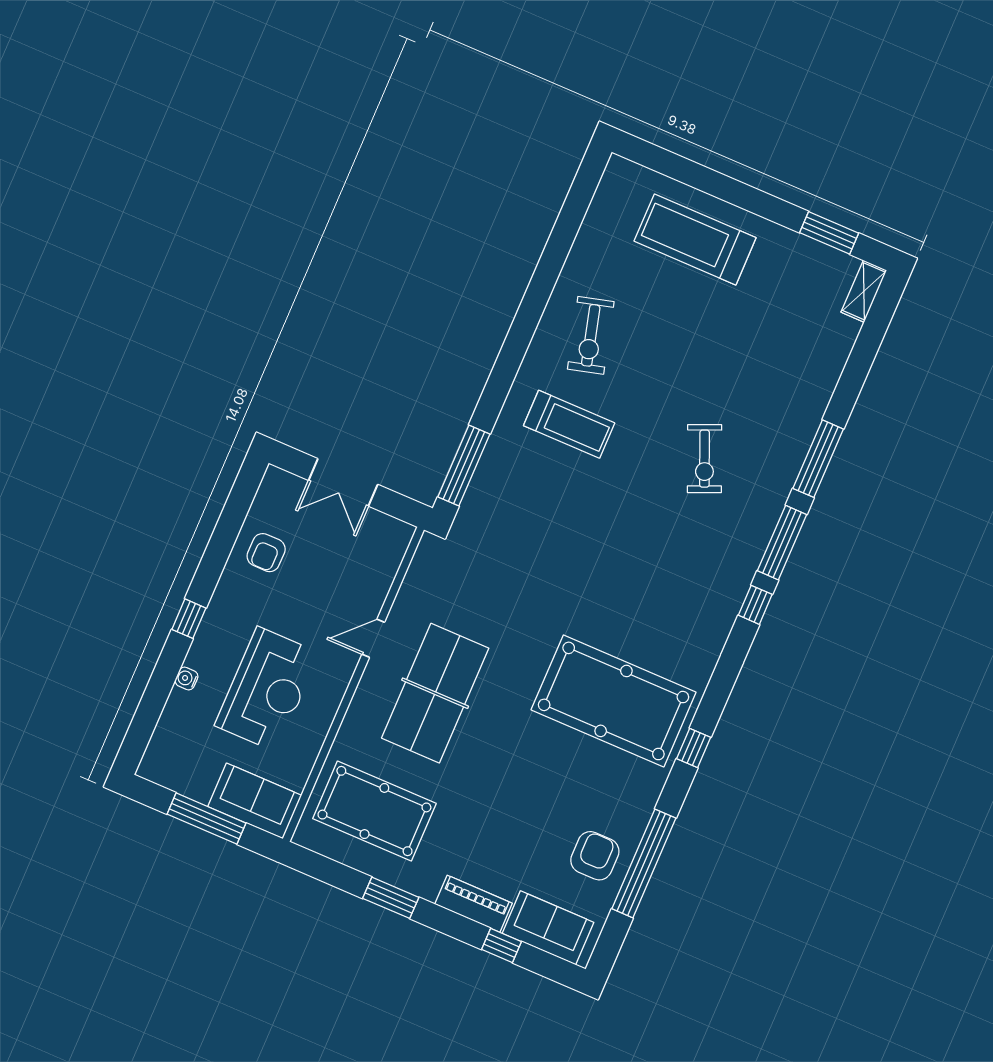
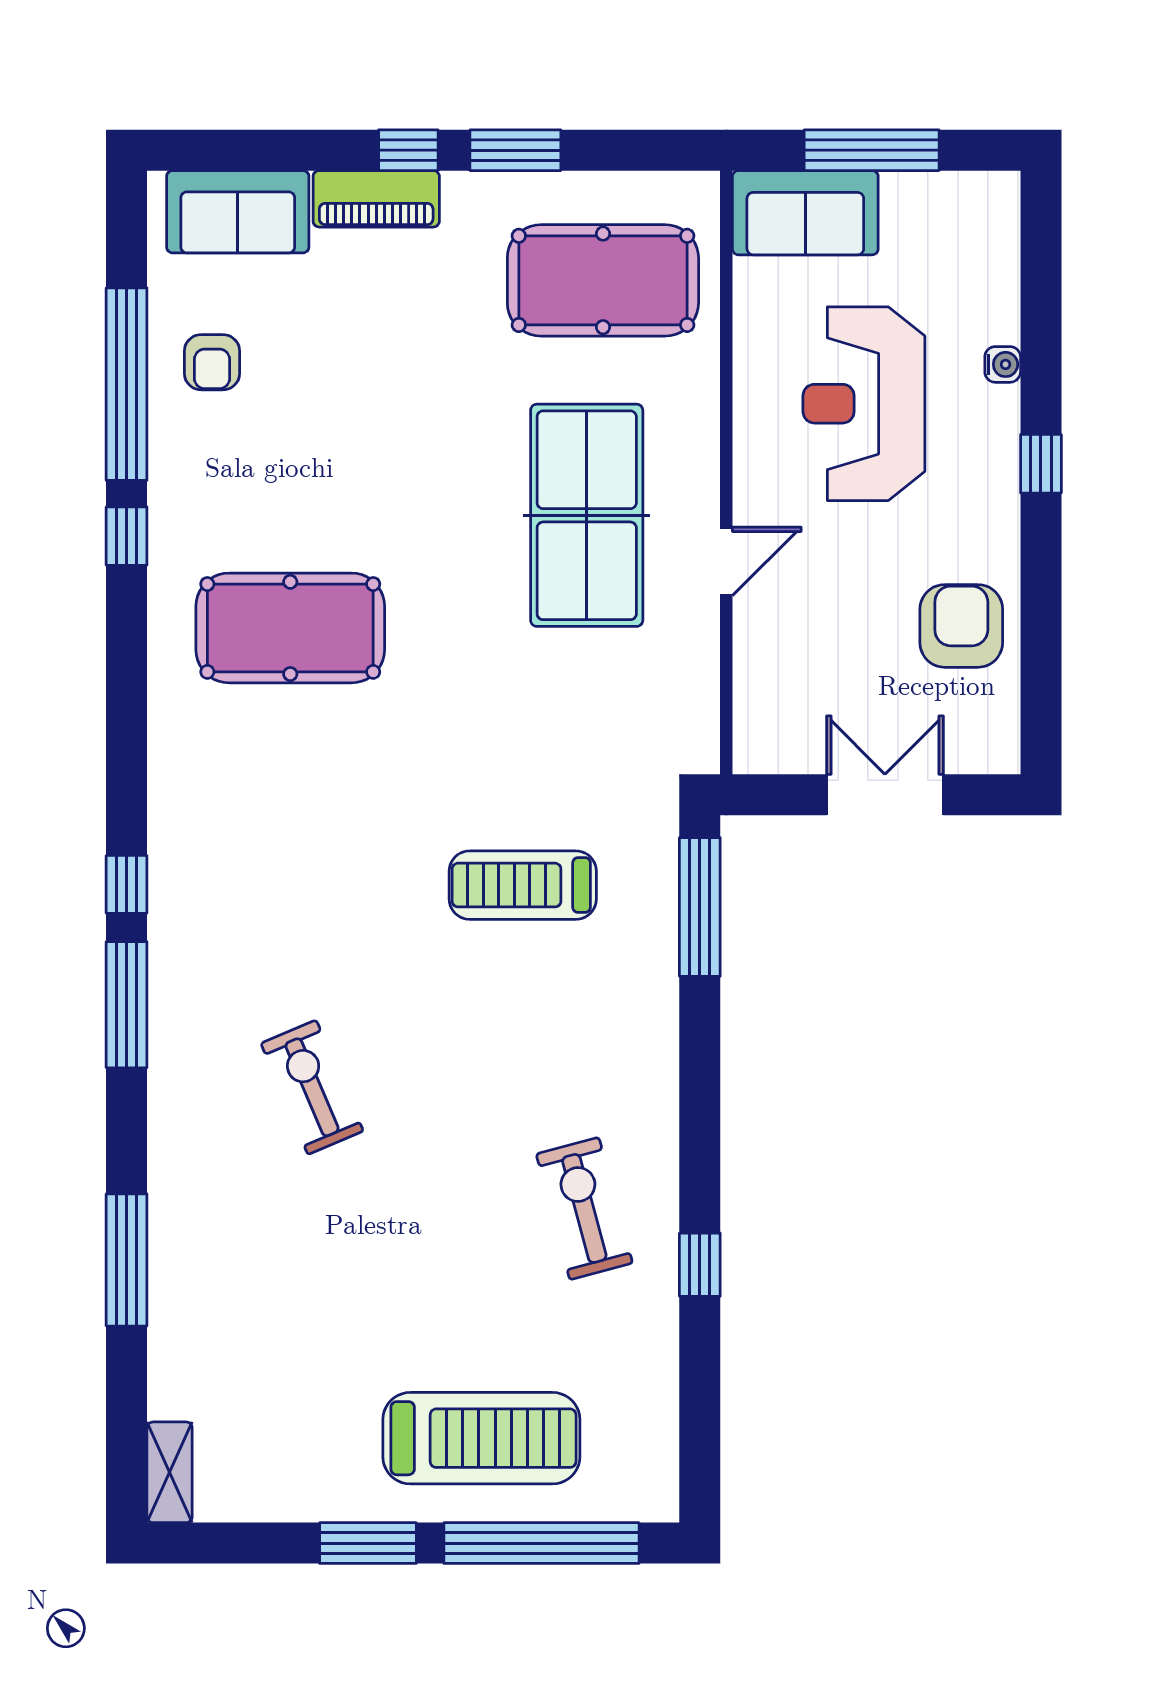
window: (687, 172) -> (541, 1543), added
window: (829, 233) -> (368, 1543), moved
window: (544, 281) -> (700, 1265), added
treadmill: (569, 424) -> (523, 885), moved
window: (818, 459) -> (127, 1260), moved
armchair: (266, 553) -> (961, 626), width x1.38, depth x1.38
pool table: (614, 701) -> (290, 628), width x0.73, depth x0.76
window: (694, 748) -> (127, 536), moved
armchair: (595, 856) -> (212, 362), width x0.72, depth x0.72
window: (502, 946) -> (408, 150), moved

